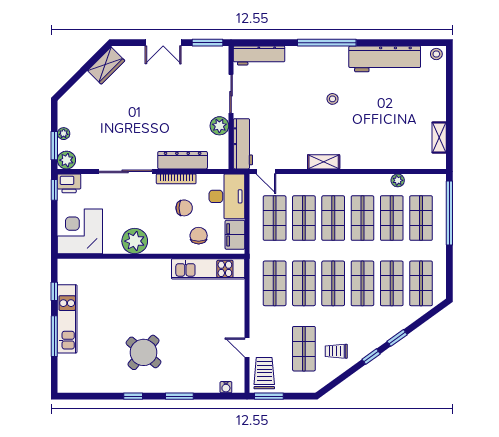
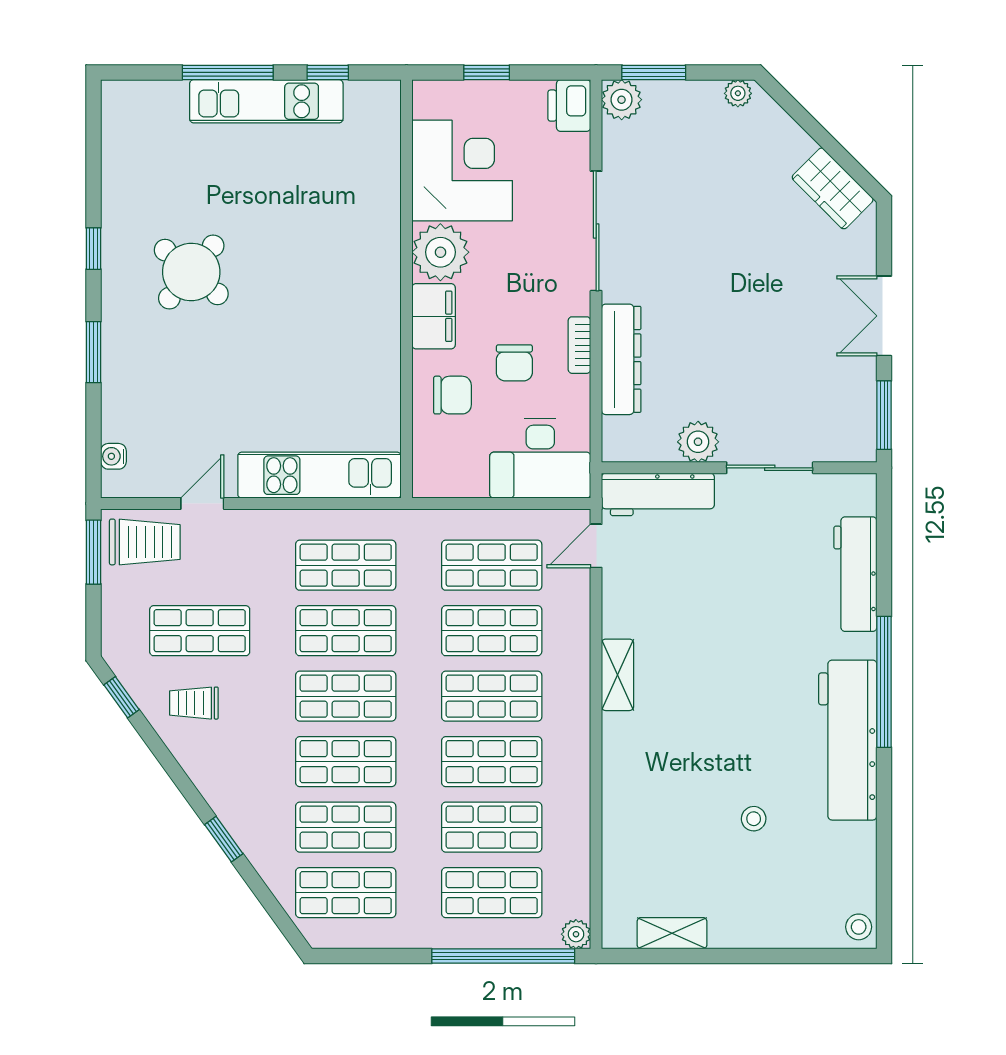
workbench: (259, 55) -> (855, 574), moved
workbench: (385, 59) -> (848, 740), moved
stool: (333, 99) -> (754, 819), moved
plant: (64, 134) -> (738, 93), moved
bookcase: (176, 179) -> (579, 345), width x0.64
plant: (398, 180) -> (576, 934), moved
window: (54, 190) -> (487, 72), moved
corner desk: (80, 231) -> (462, 170), moved
filing cabinet: (235, 235) -> (434, 316), moved, turned 90
kitchen unit: (208, 269) -> (319, 475), moved, turned 90
trolley: (336, 351) -> (194, 703), turned -90
window: (371, 357) -> (121, 697), moved

